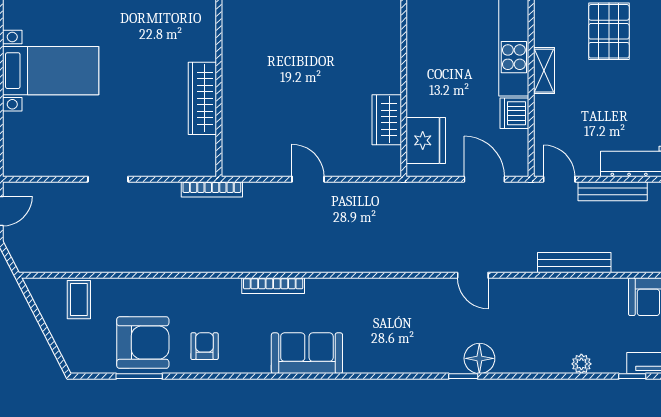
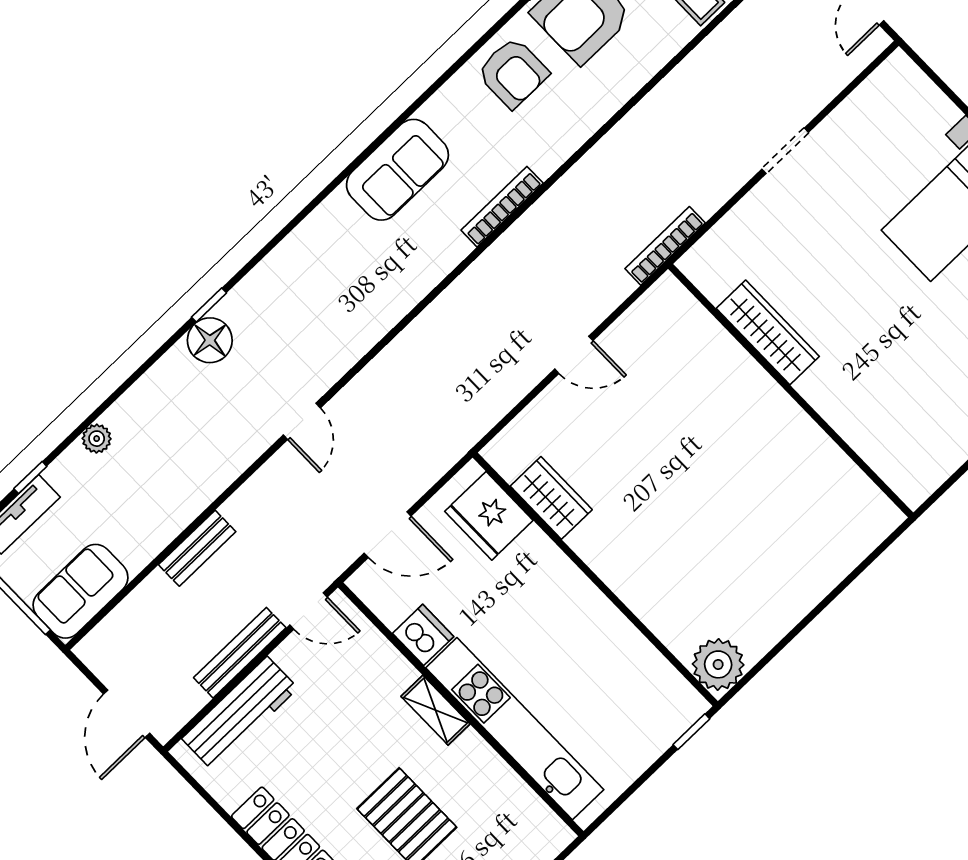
bench: (574, 263) -> (197, 548), width x0.73
door: (473, 275) -> (302, 421), swing flipped
armchair: (205, 346) -> (513, 73), width x1.38, depth x1.38

